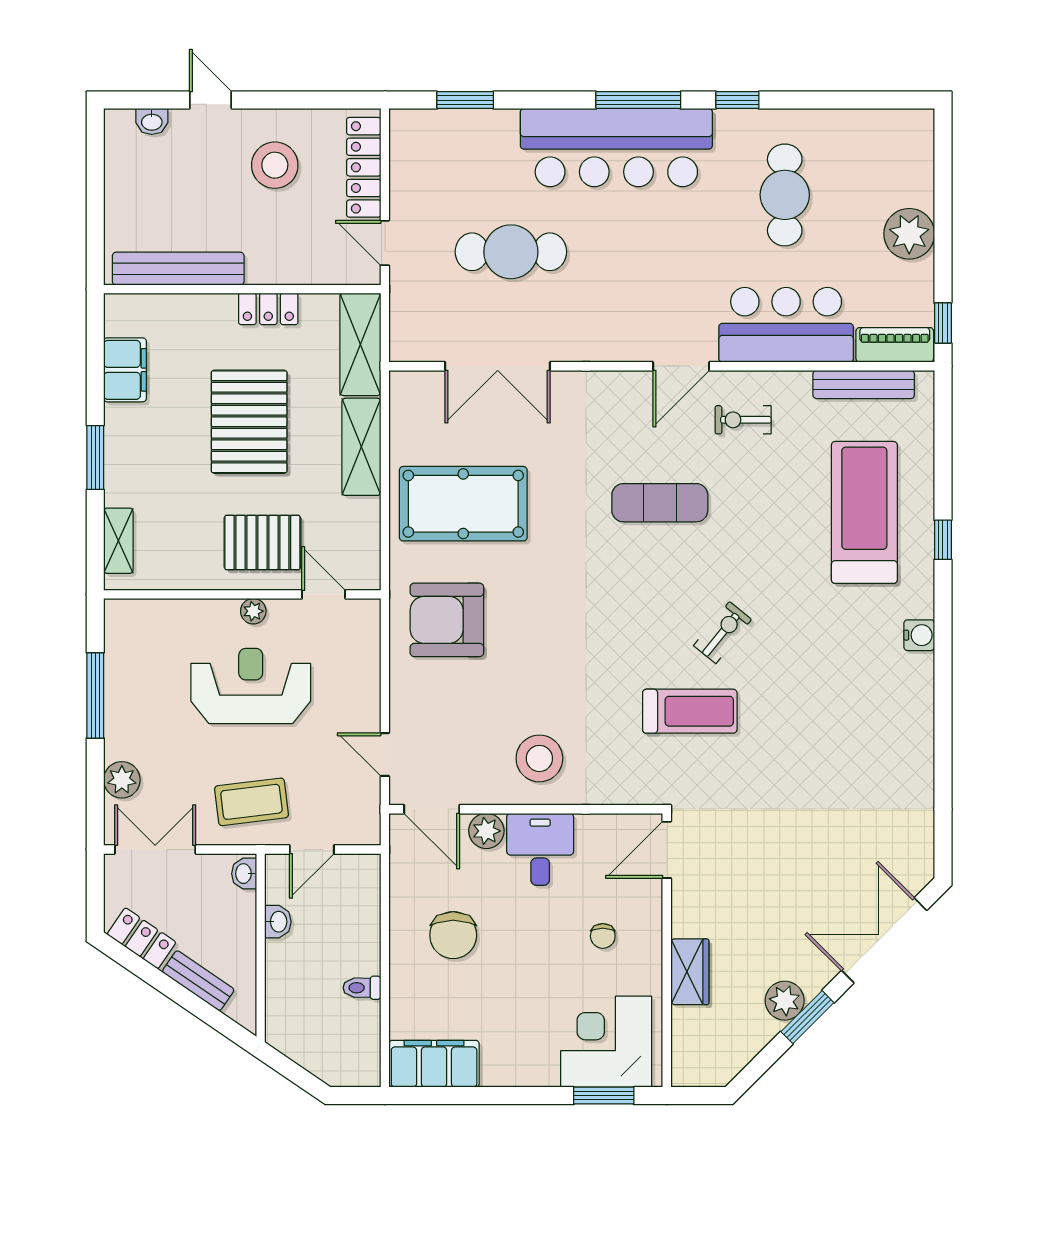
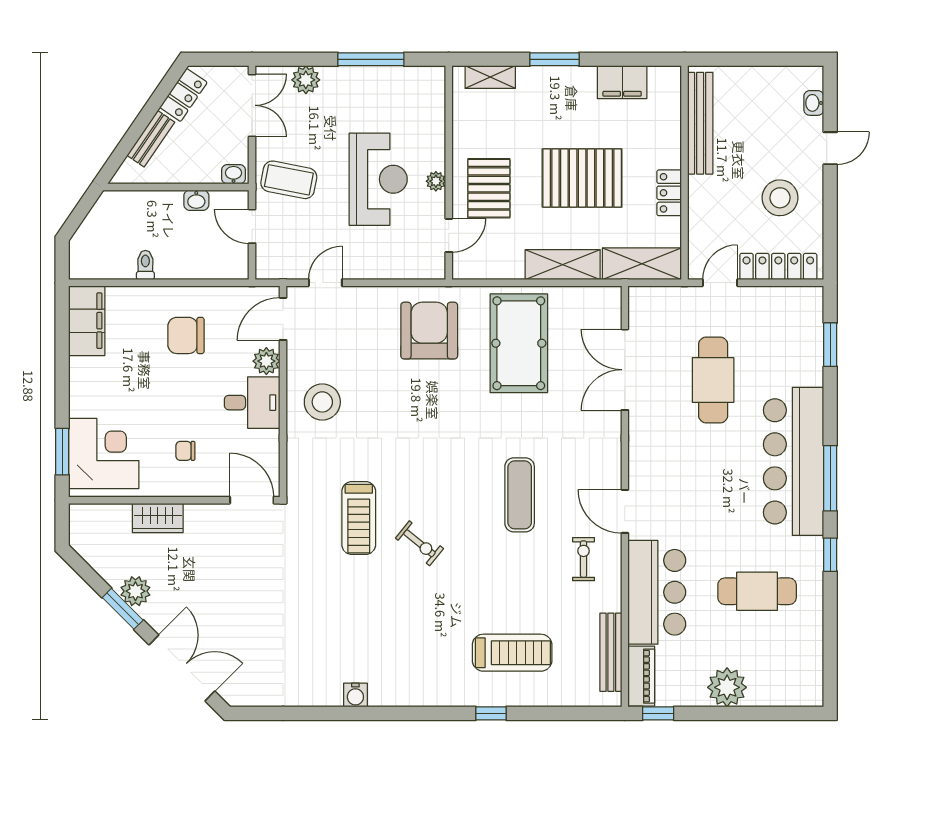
treadmill: (864, 512) -> (512, 653), width x0.73, depth x0.73
water cooler: (919, 635) -> (355, 695), moved
coffee table: (251, 802) -> (289, 180), turned -72

